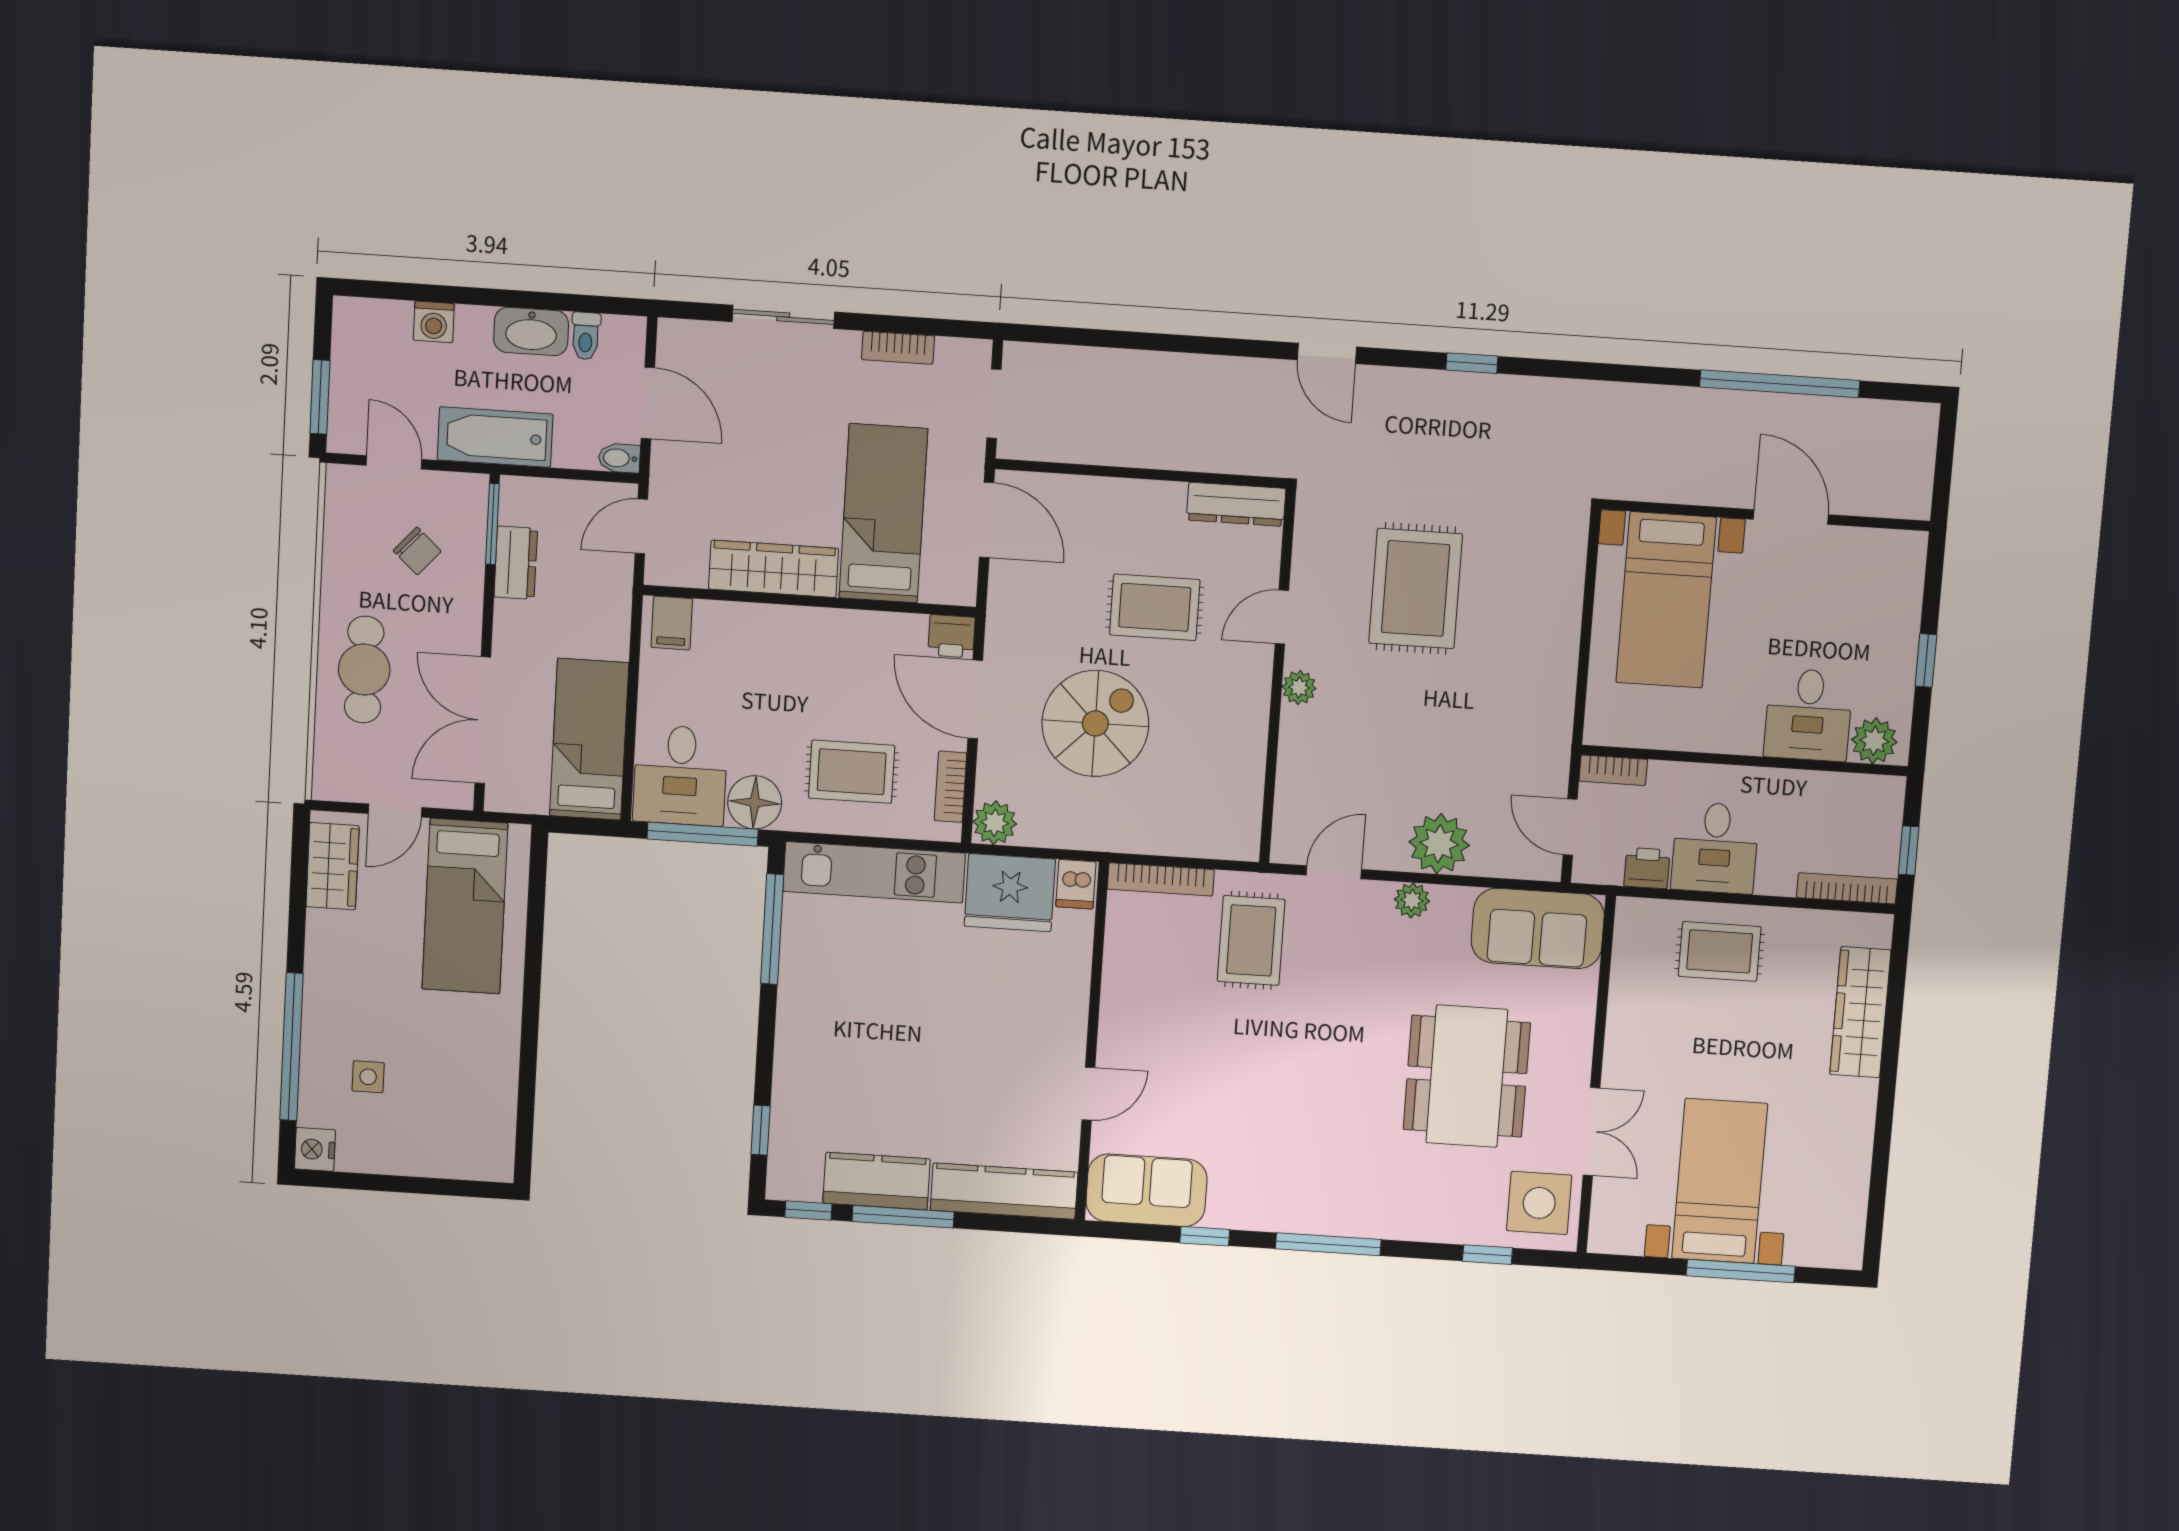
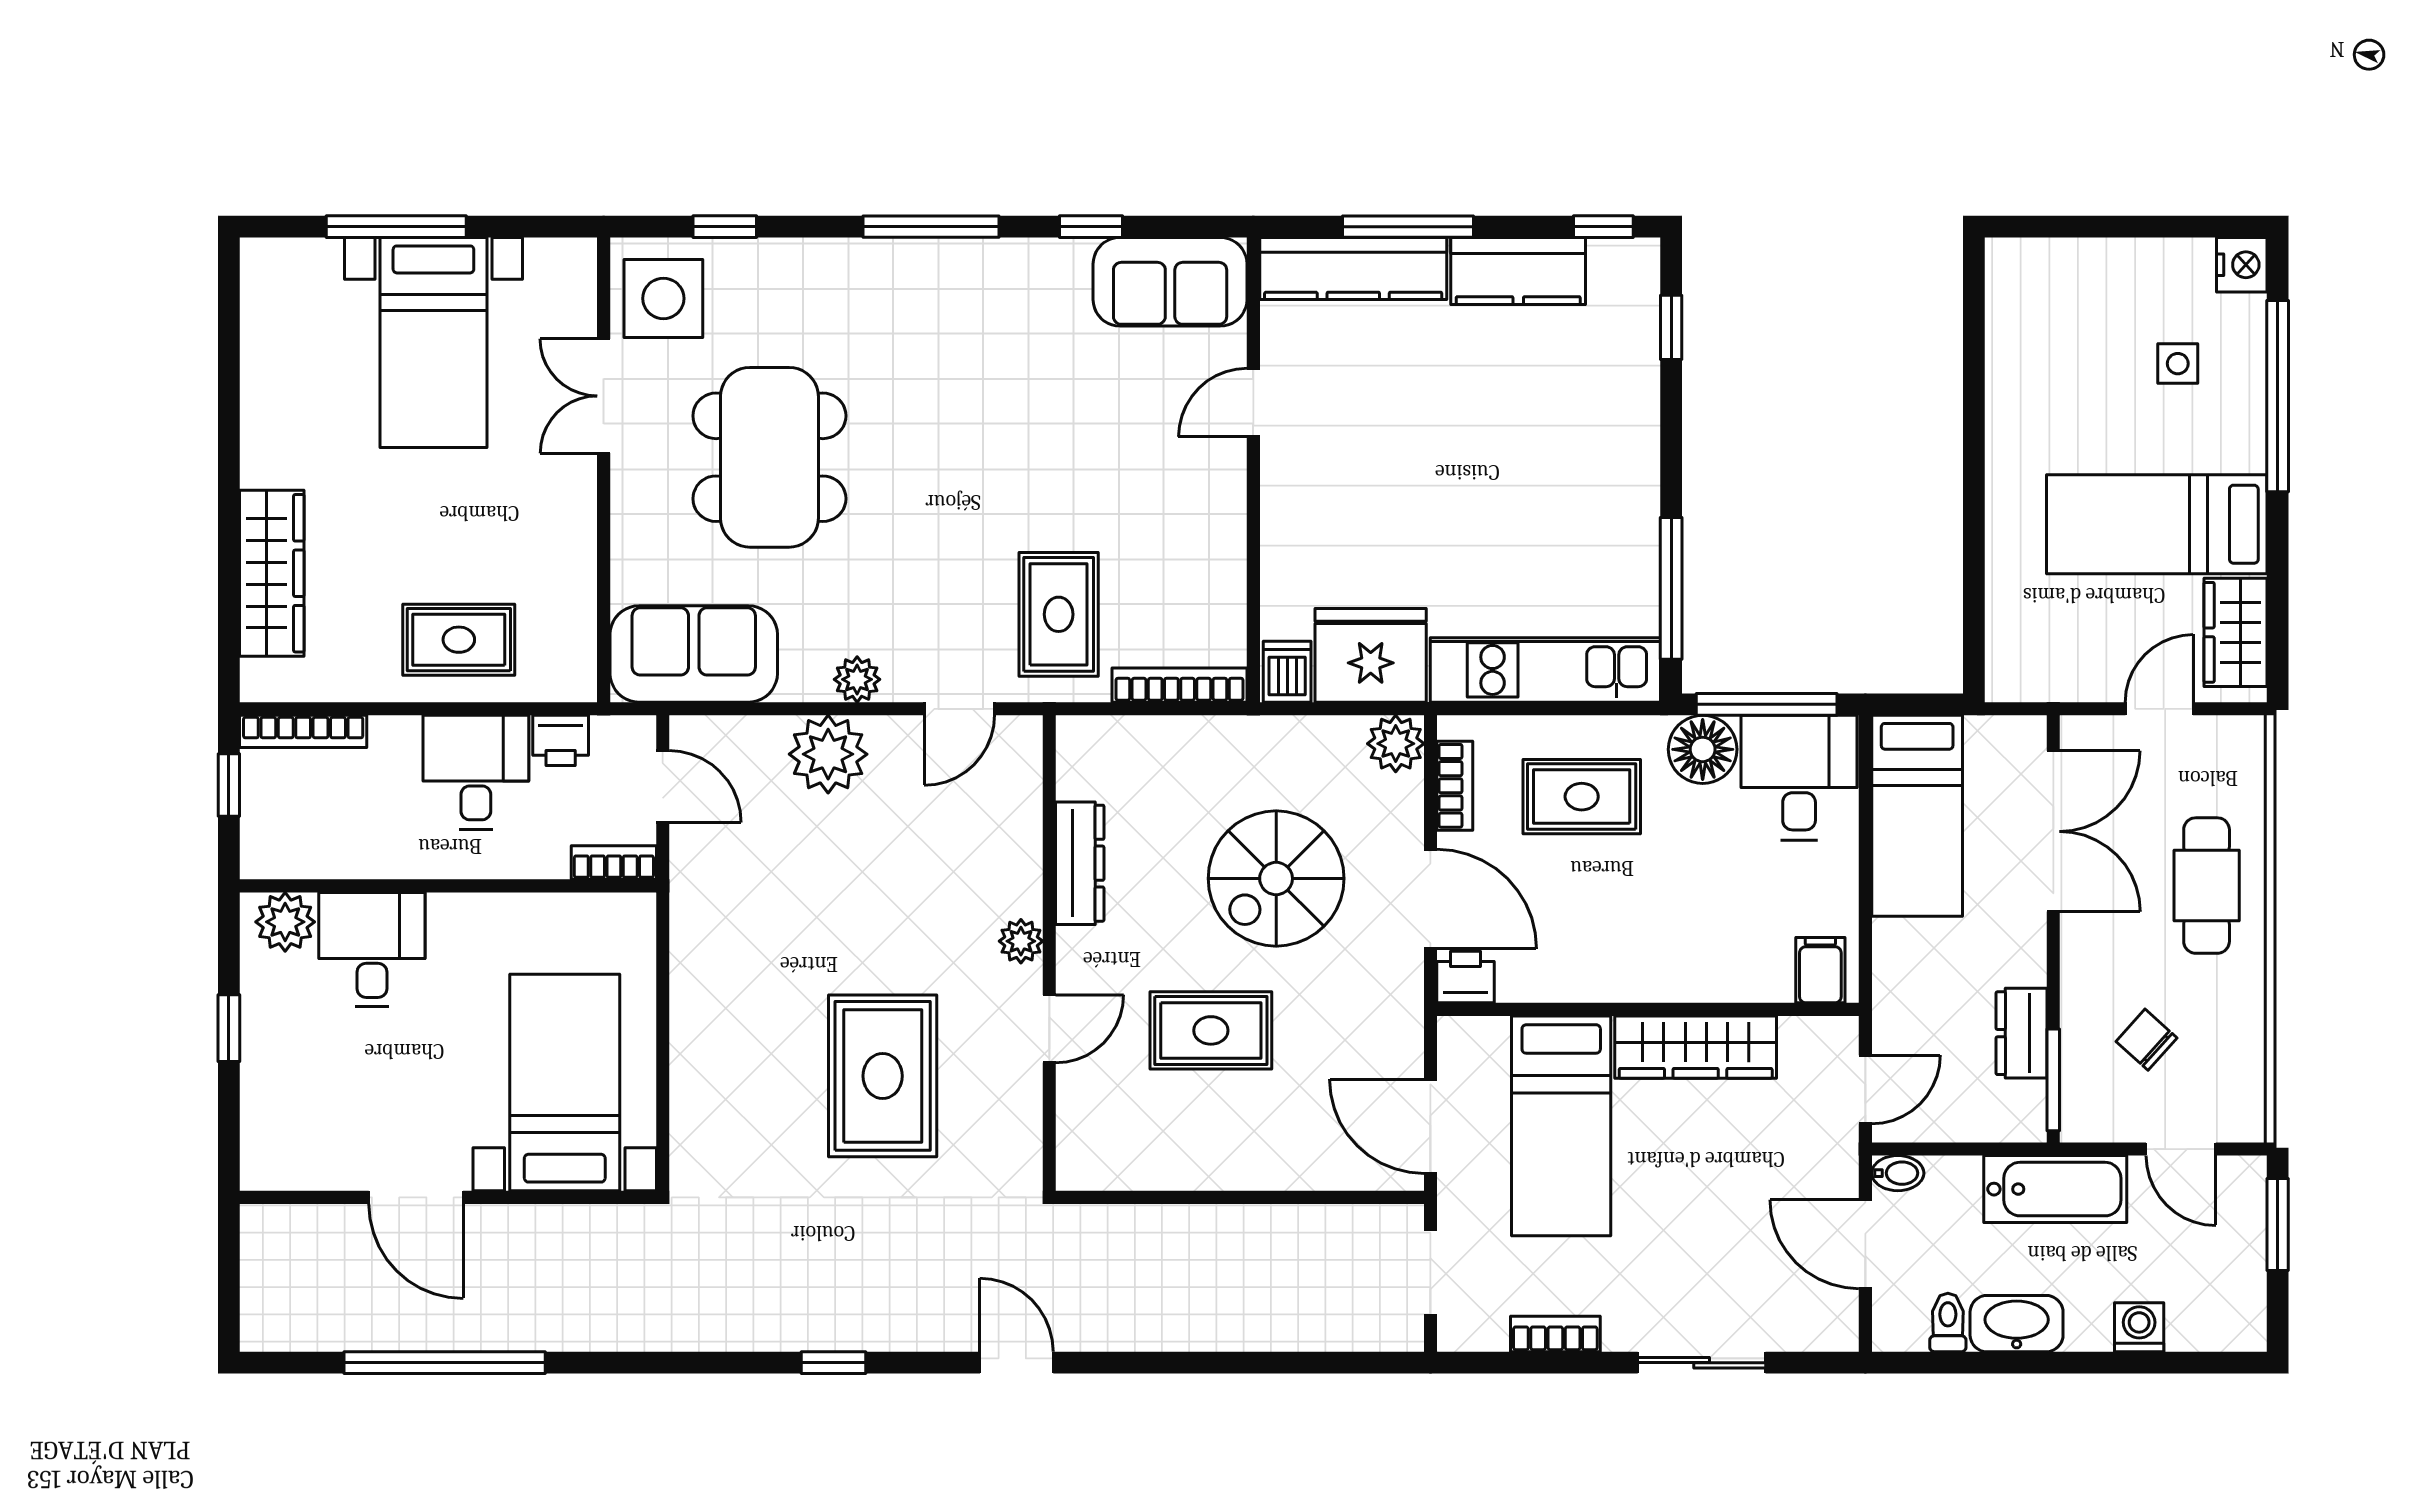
dresser: (1236, 504) -> (1080, 863), moved, turned 90
bed: (465, 906) -> (2157, 524), moved, turned -90
window: (903, 1217) -> (1408, 227), moved

